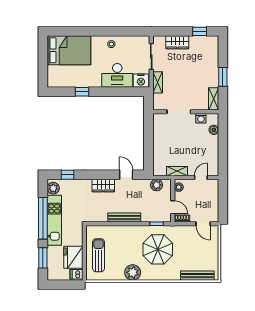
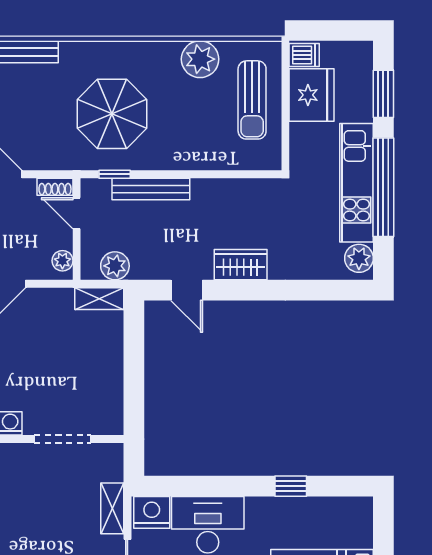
shelving: (177, 171) -> (99, 299), moved
window: (68, 175) -> (325, 290), removed
bench: (124, 218) -> (151, 189), moved
plant: (133, 272) -> (200, 59), moved

